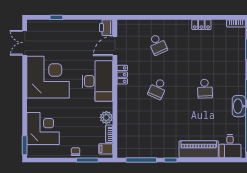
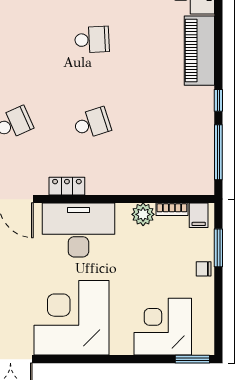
school desk: (158, 89) -> (92, 123), turned -42

